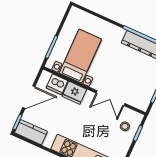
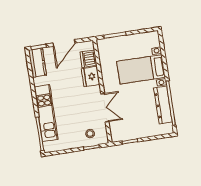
bed with nightstands: (80, 56) -> (141, 69), moved, turned 180
door: (29, 97) -> (64, 43), hinge flipped
double door: (110, 98) -> (105, 108), swing flipped

